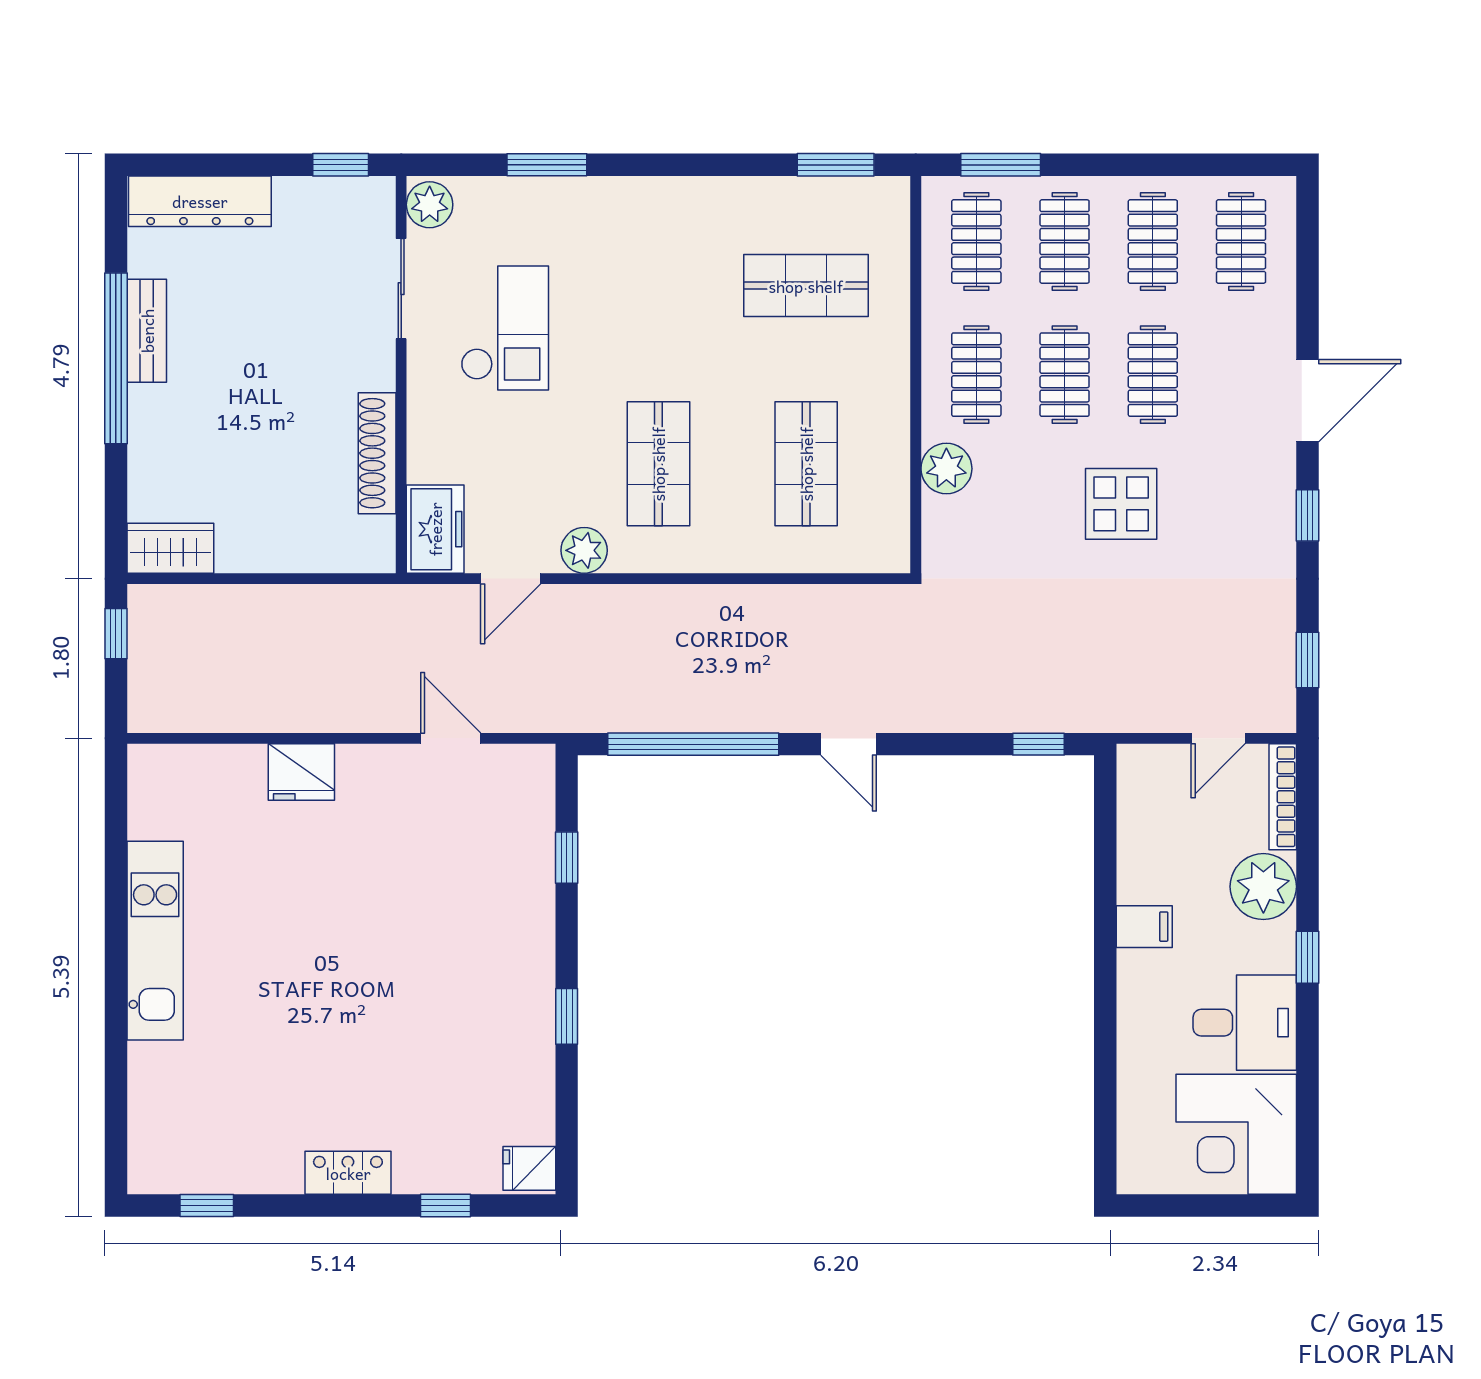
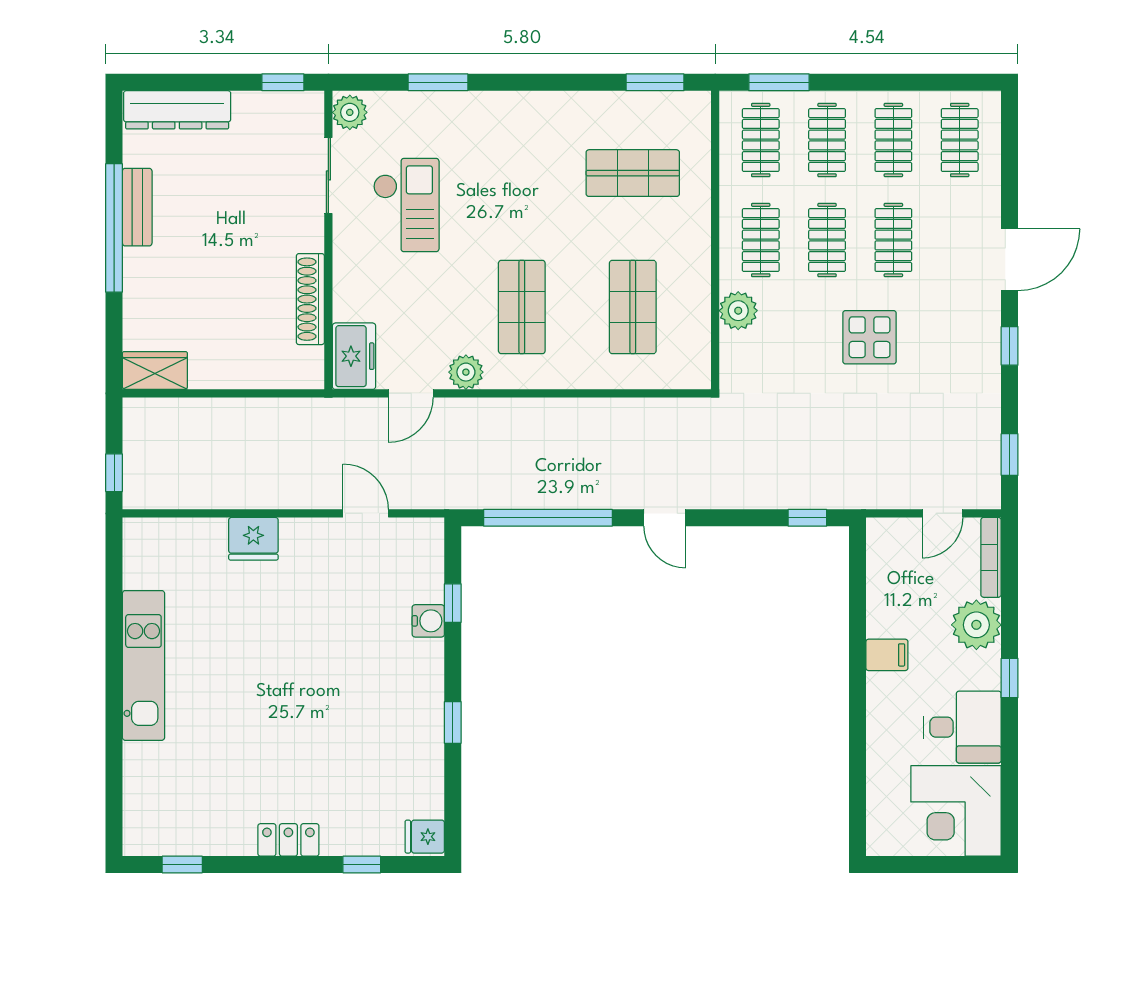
window: (116, 634) -> (114, 473), moved
water cooler: (534, 881) -> (428, 621), added

